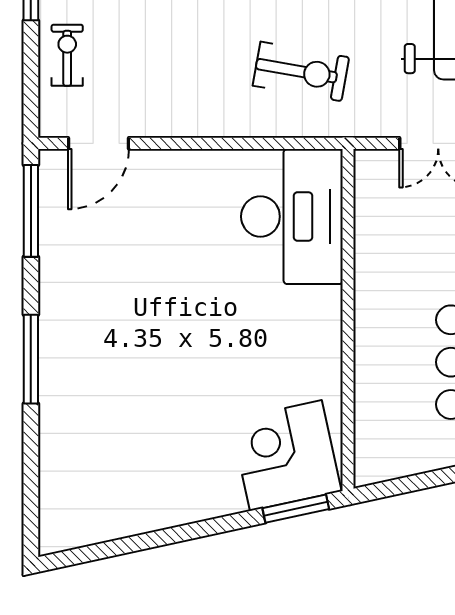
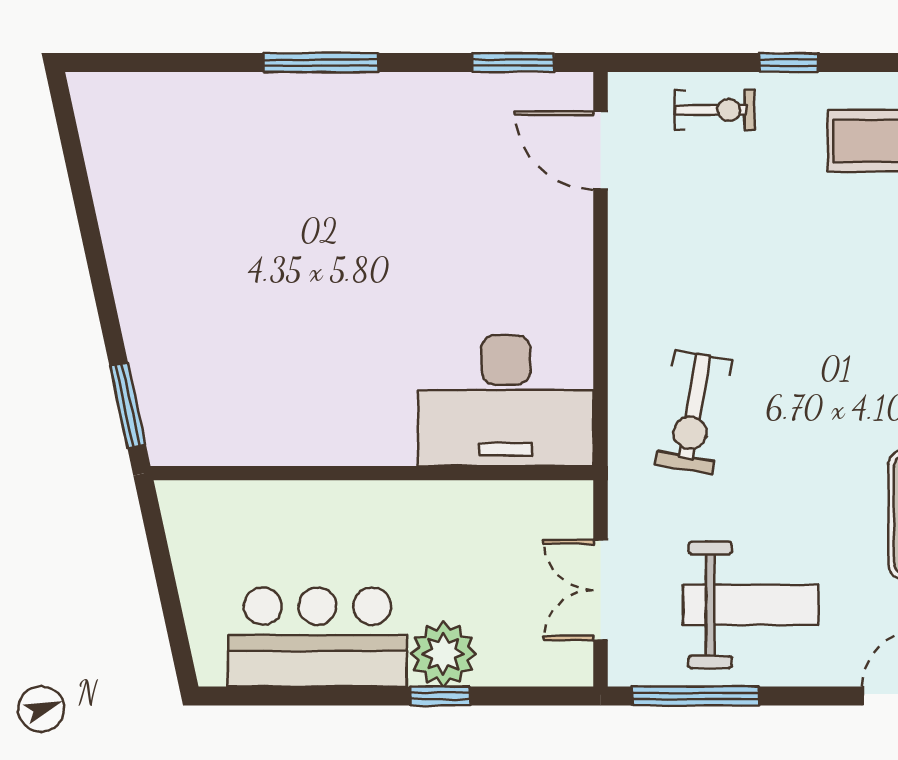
window: (31, 211) -> (513, 63), width x0.69
corner desk: (286, 455) -> (197, 393), removed

